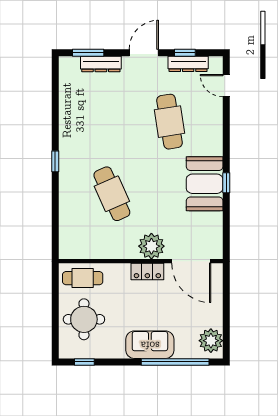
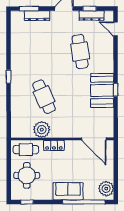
plant: (151, 246) -> (42, 130), moved
locker: (147, 272) -> (54, 145), moved

